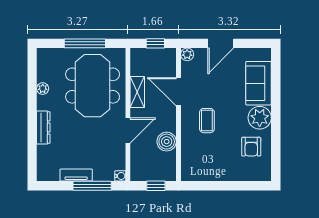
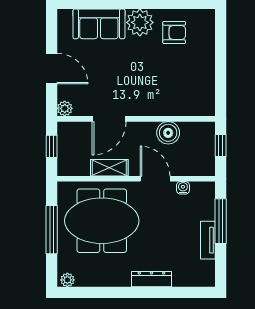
plant: (43, 89) -> (67, 280), moved
coffee table: (207, 121) -> (143, 85), removed
water cooler: (120, 176) -> (183, 188), moved

